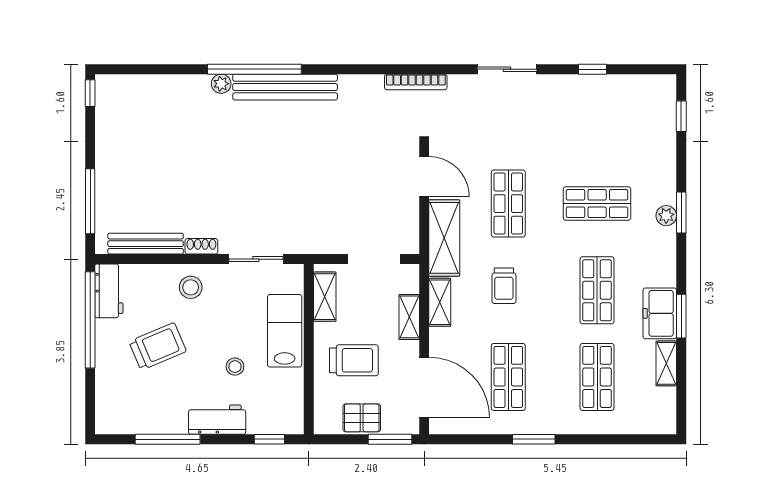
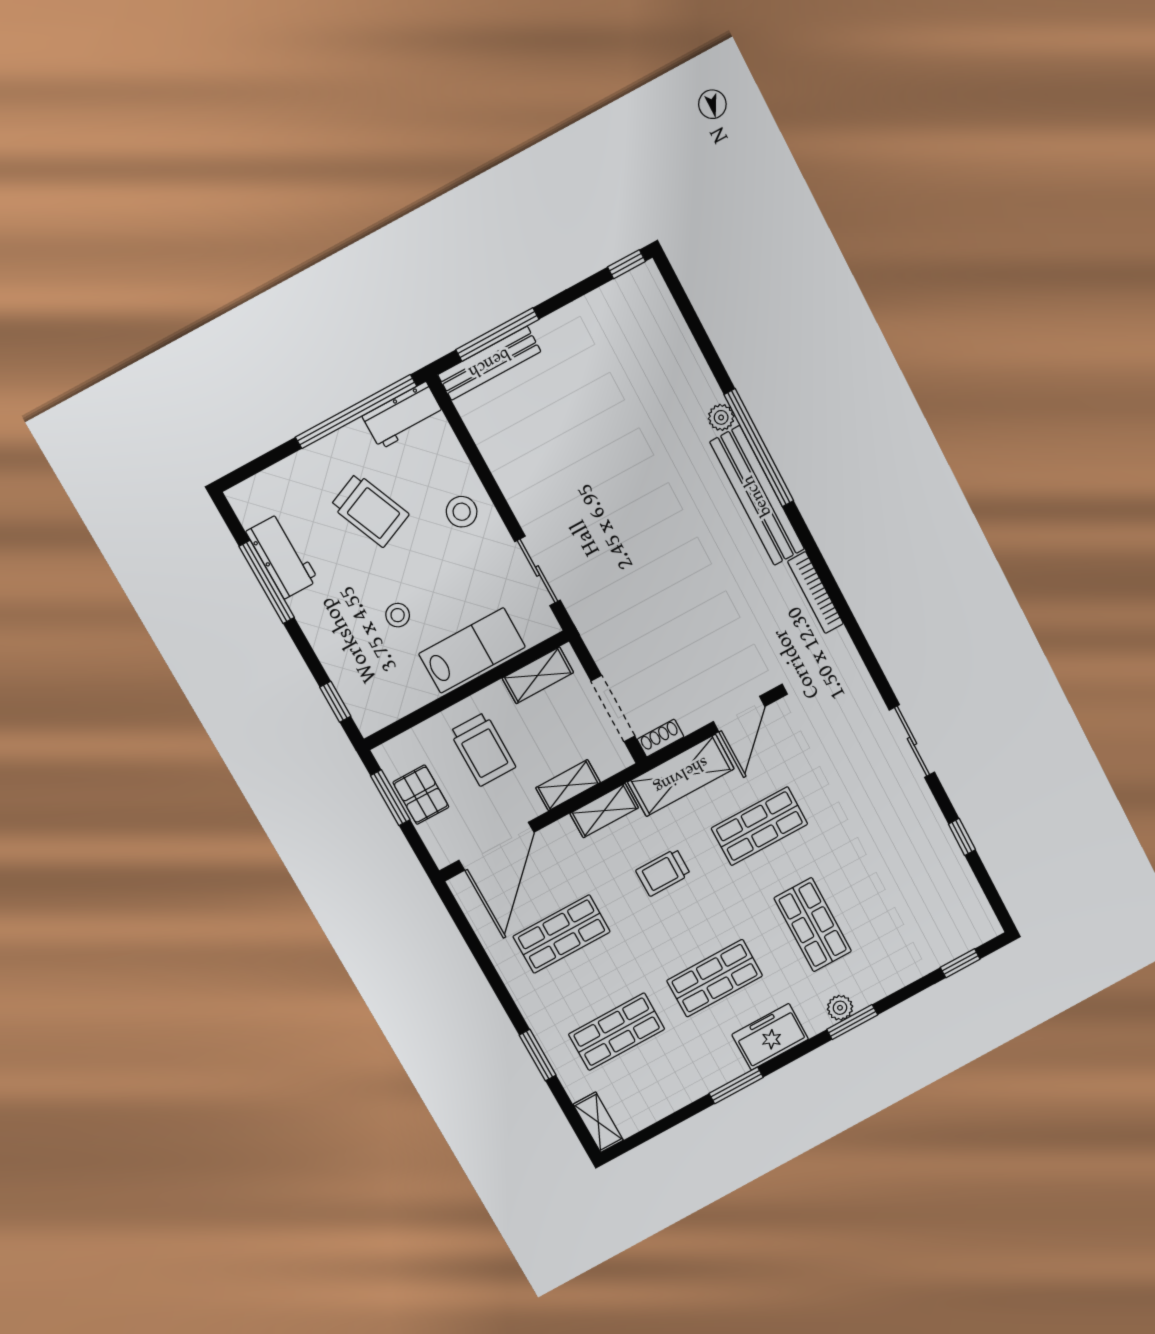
bookcase: (416, 82) -> (815, 593), moved
bench: (146, 244) -> (489, 363), moved, turned 90
shoe rack: (201, 246) -> (661, 738), moved, turned -90
freezer: (660, 313) -> (770, 1037), moved
shelving: (666, 363) -> (598, 1122), moved, turned 90
workbench: (217, 420) -> (282, 556), moved
window: (390, 439) -> (390, 798), moved
window: (534, 439) -> (538, 1055), moved

